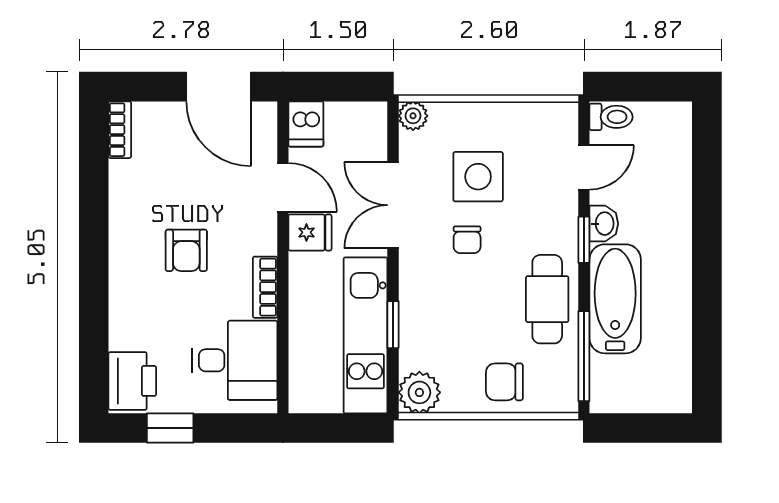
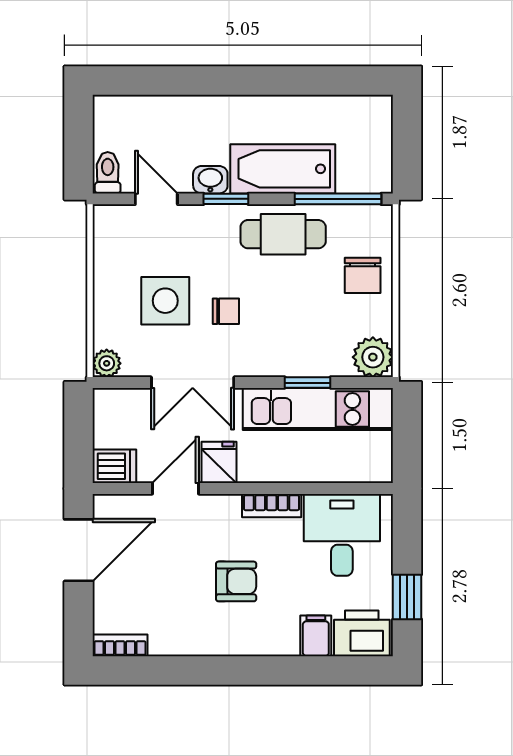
filing cabinet: (130, 333) -> (316, 636), added

